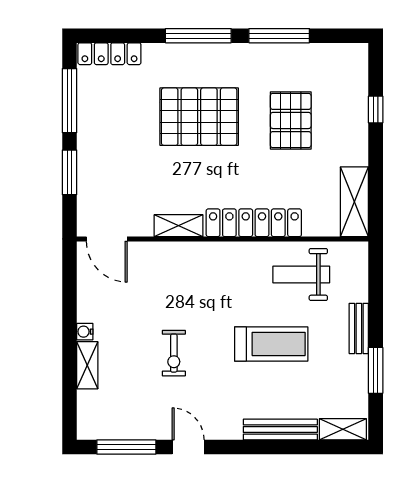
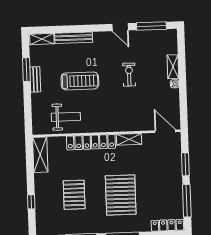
pallet: (199, 117) -> (121, 195), turned 90
bench: (359, 328) -> (35, 79), moved
treadmill: (271, 344) -> (80, 81), turned 180

